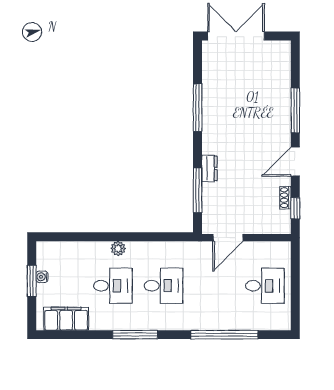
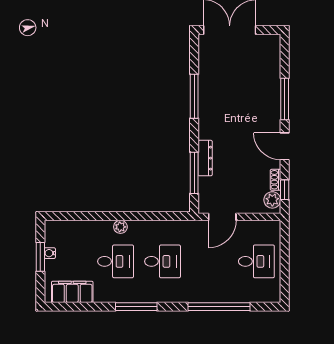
door: (295, 162) -> (285, 146), hinge flipped
dresser: (209, 168) -> (205, 158), width x1.44
plant: (282, 219) -> (272, 200), added

